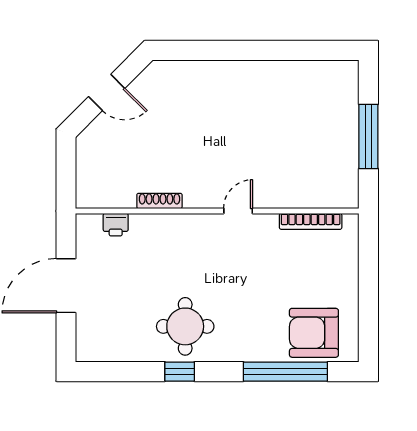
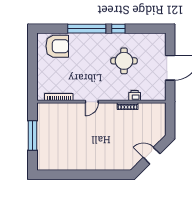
printer: (116, 225) -> (135, 95), moved
round table: (185, 326) -> (124, 61), moved
window: (285, 372) -> (87, 29), moved

